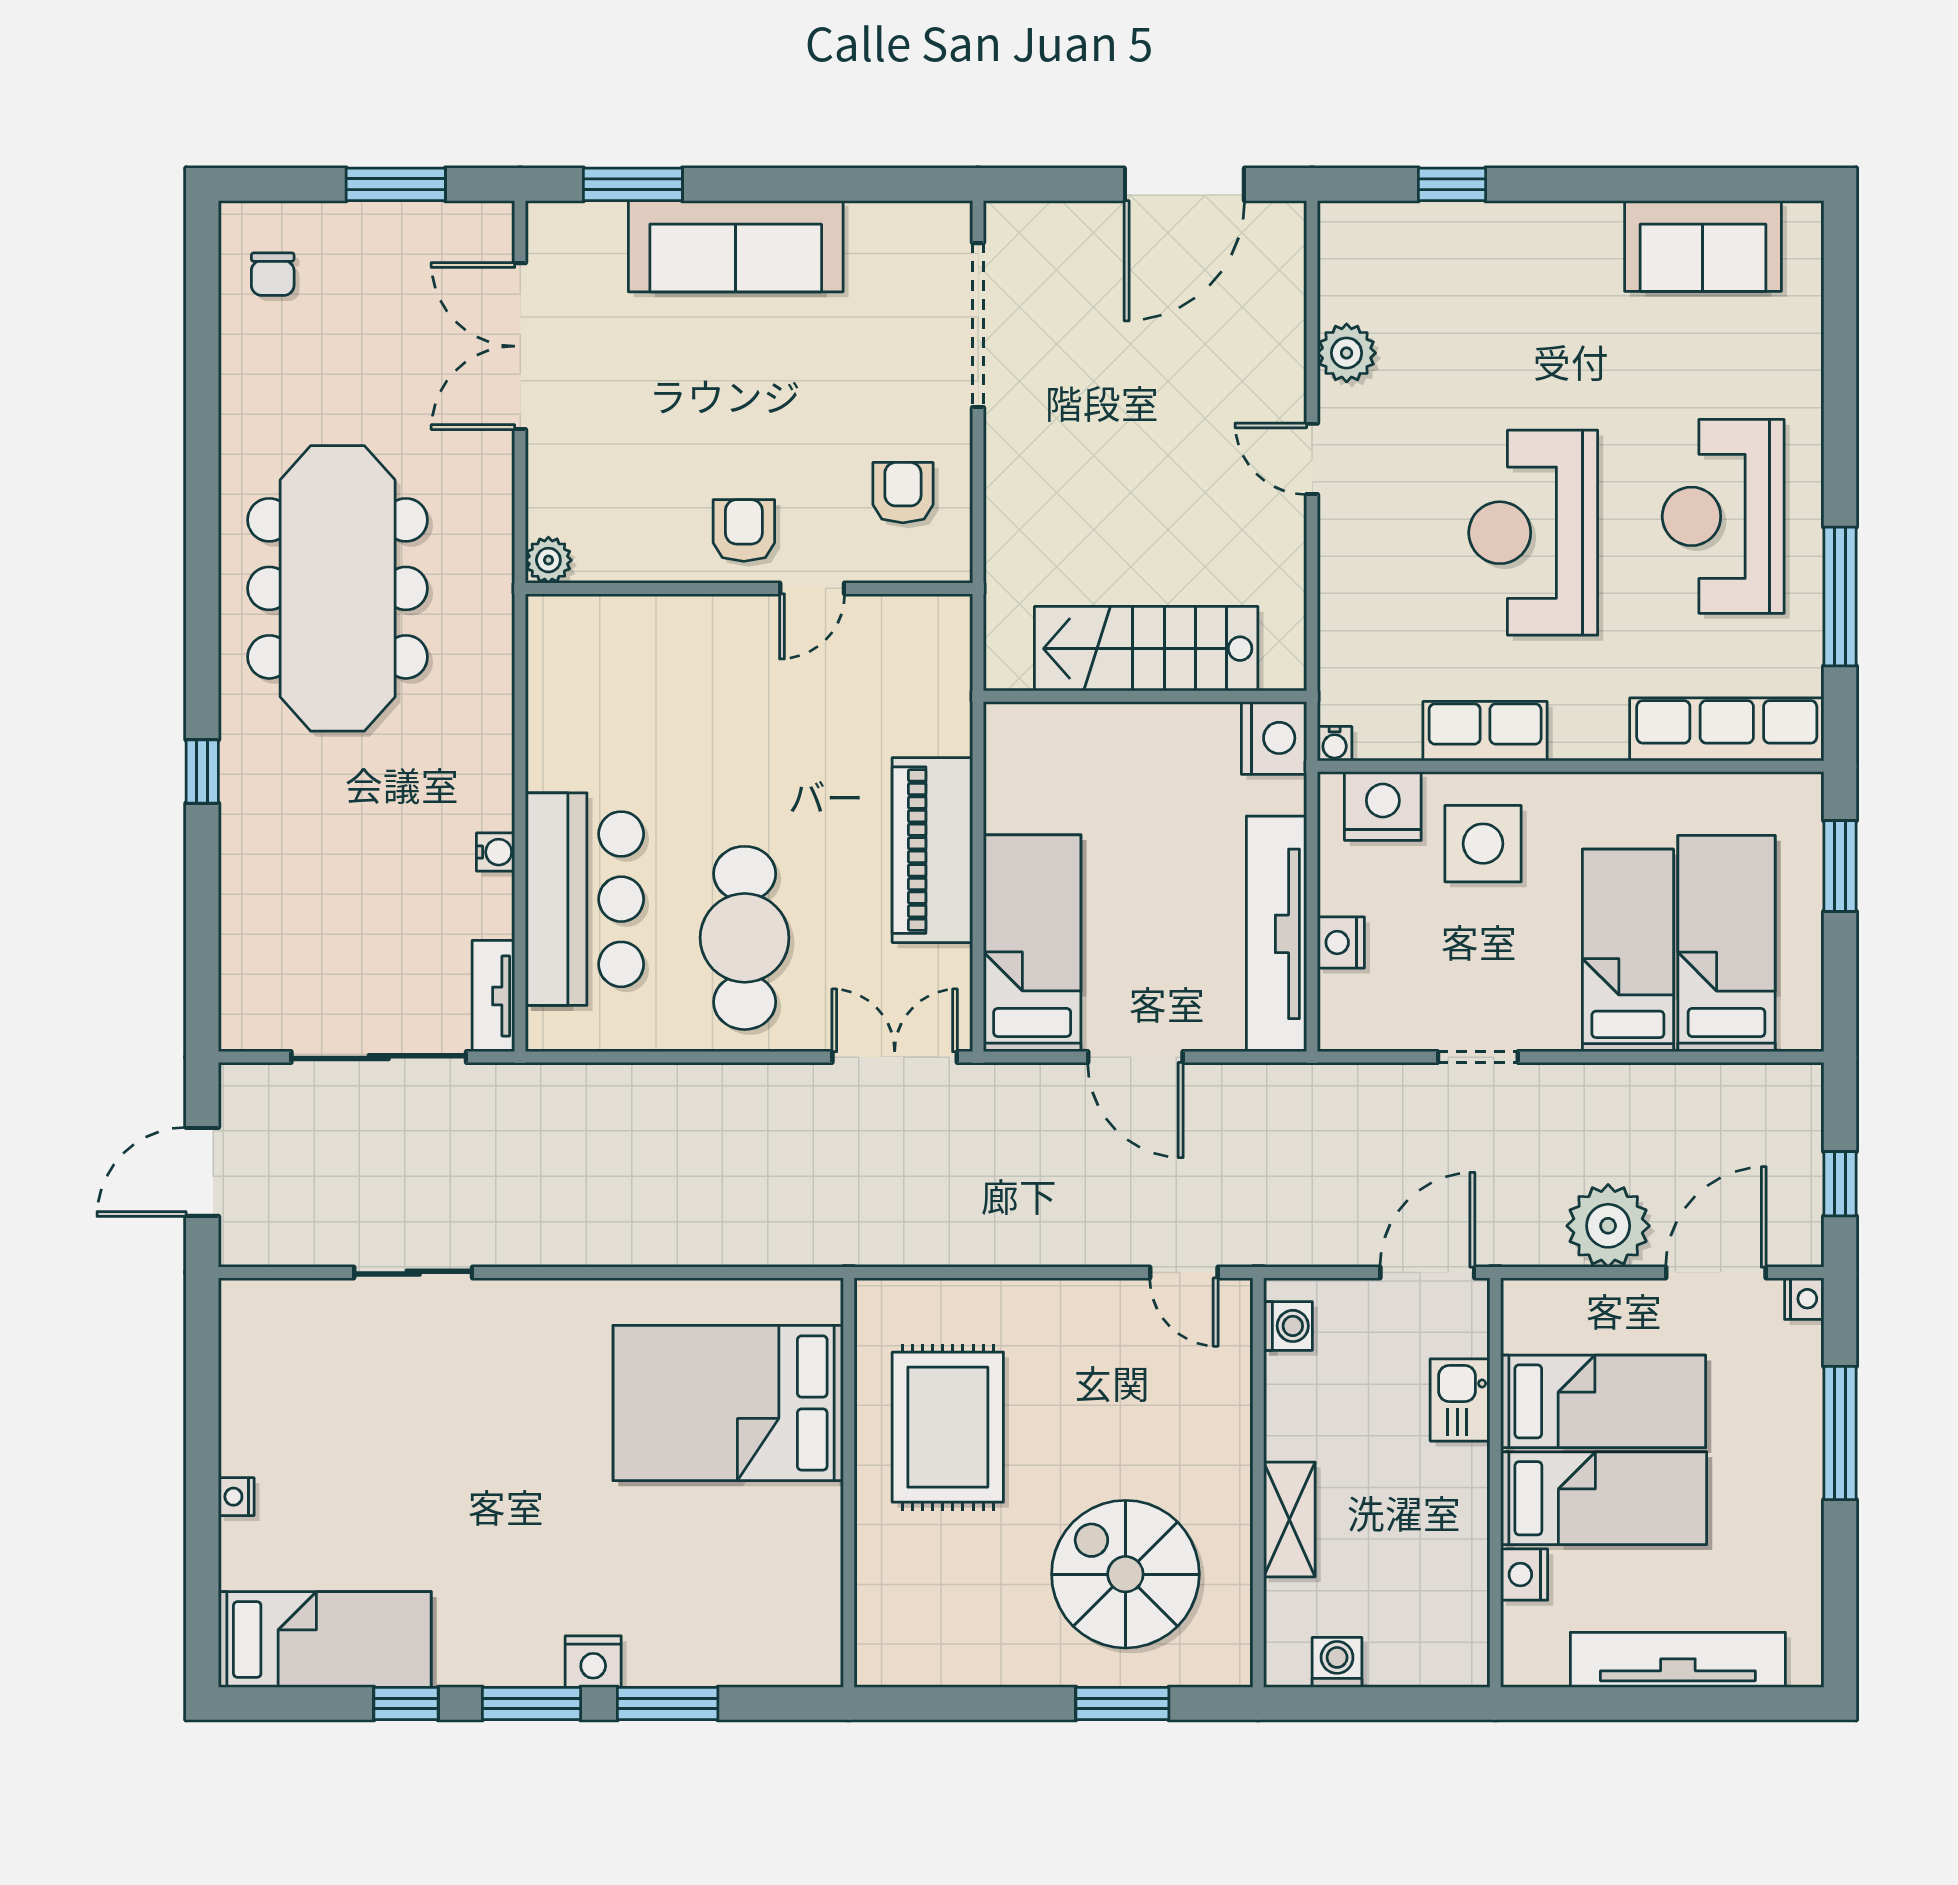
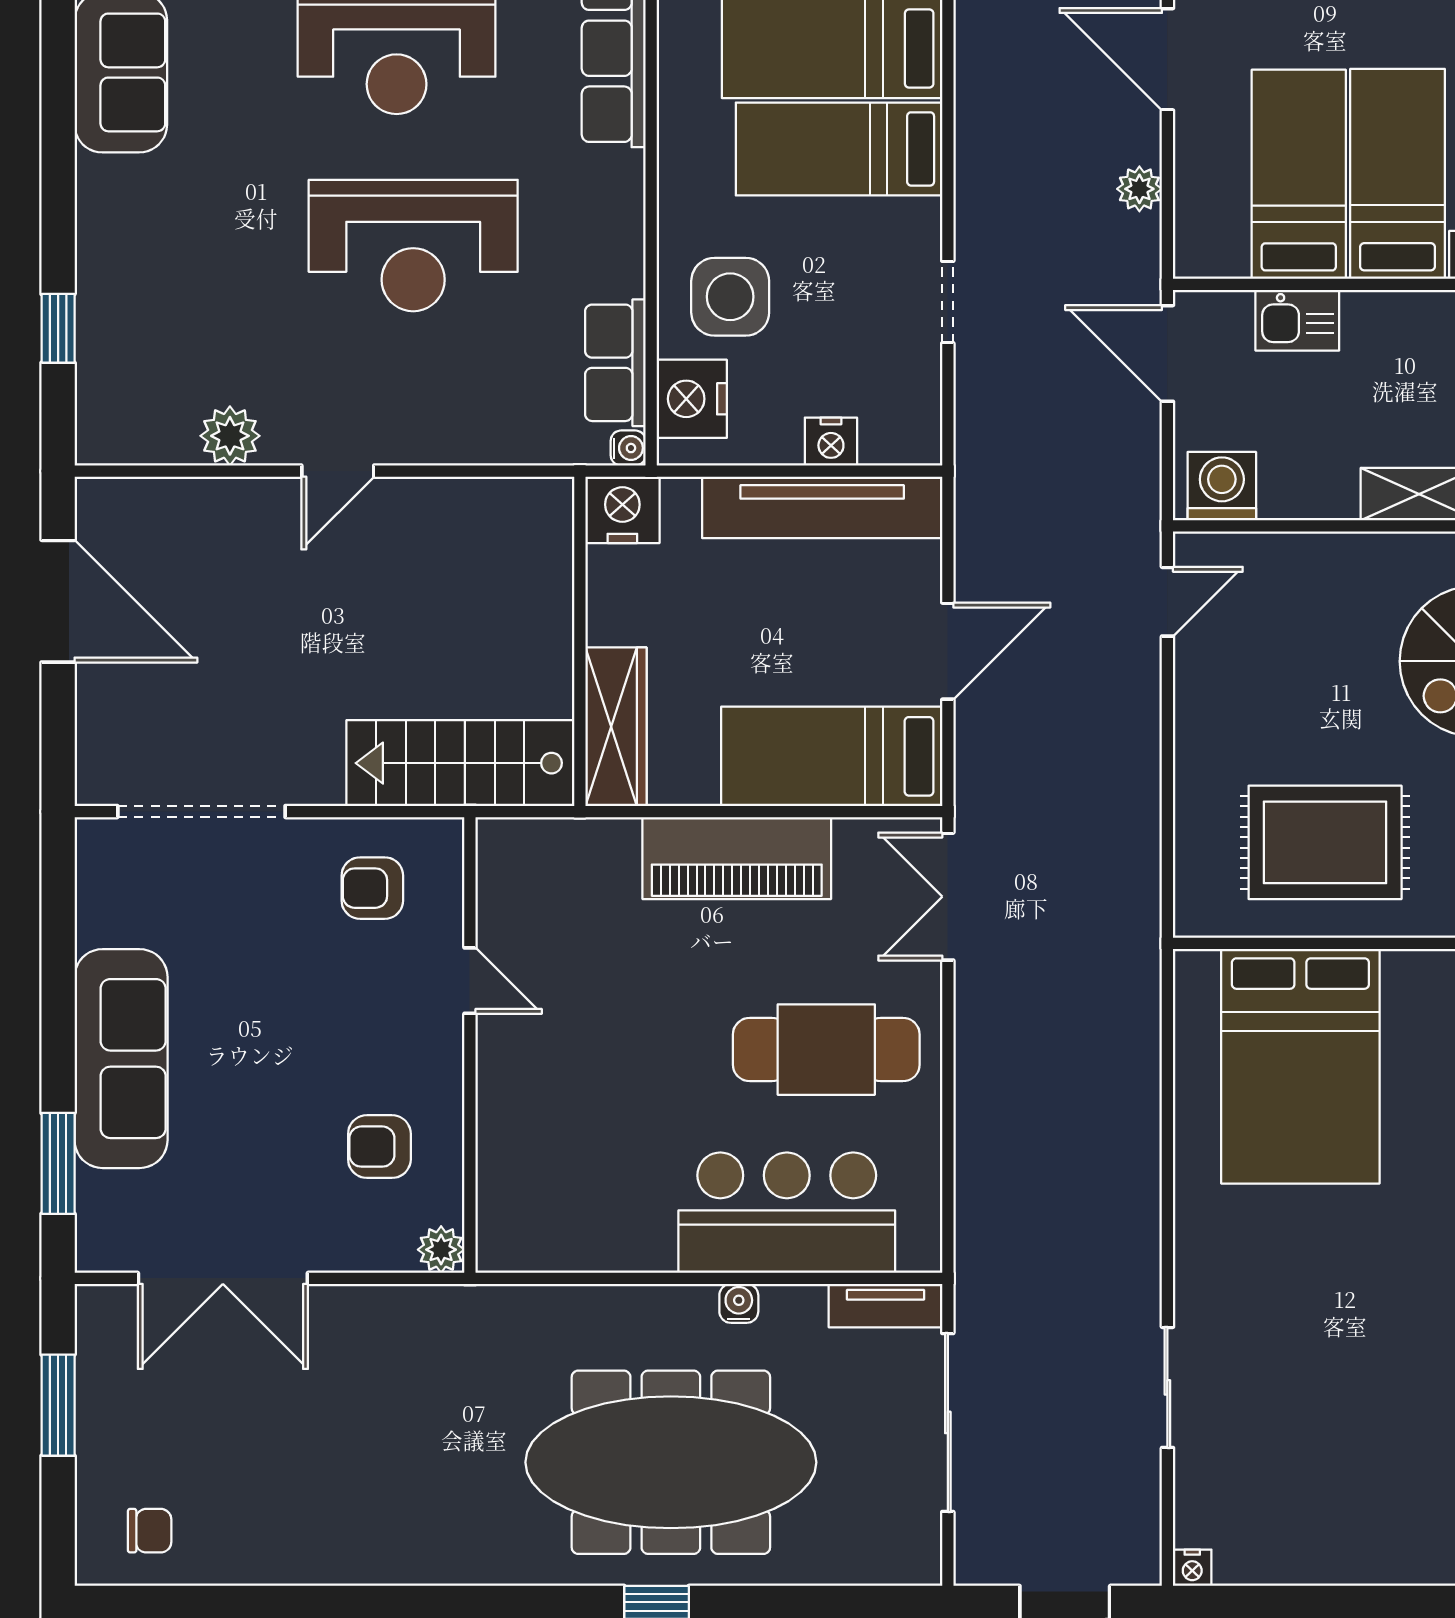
armchair: (744, 530) -> (379, 1147), moved
meeting table: (338, 588) -> (671, 1462), moved
stairs: (1146, 649) -> (460, 763), moved, turned 90
row of seats: (1485, 731) -> (615, 363), moved
wardrobe: (1061, 732) -> (616, 727), added
plant: (1608, 1226) -> (1139, 189), width x0.53, depth x0.53
washing machine: (1288, 1326) -> (1222, 486), width x1.38, depth x1.38
nightstand: (236, 1497) -> (1192, 1568), moved

